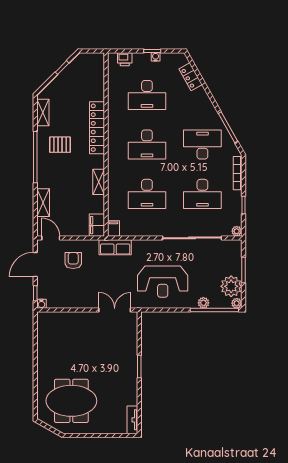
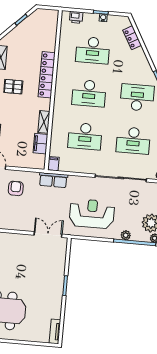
filing cabinet: (97, 225) -> (40, 144), moved
reception desk: (163, 282) -> (92, 214), turned 180

